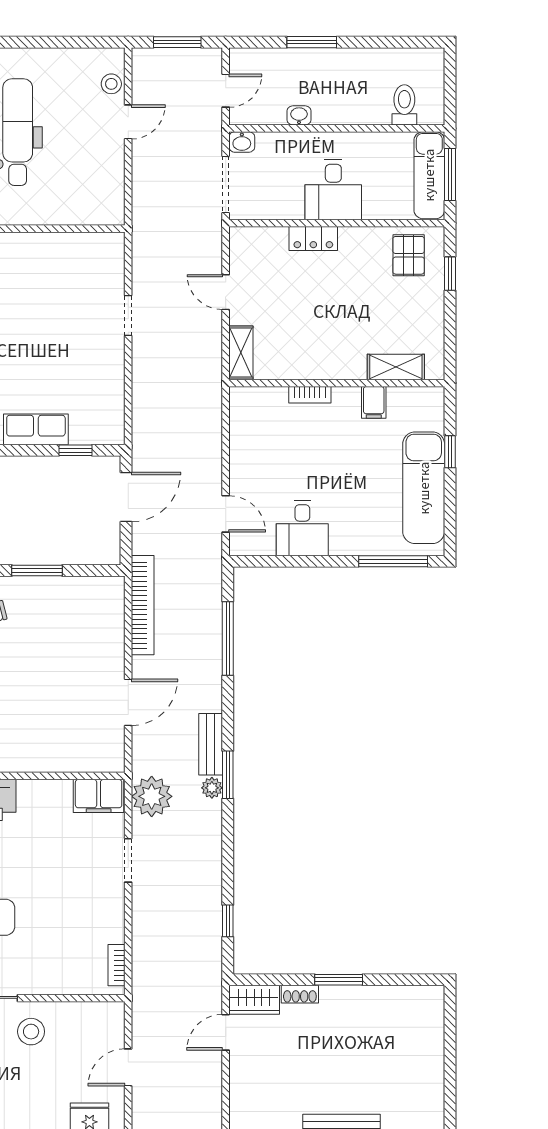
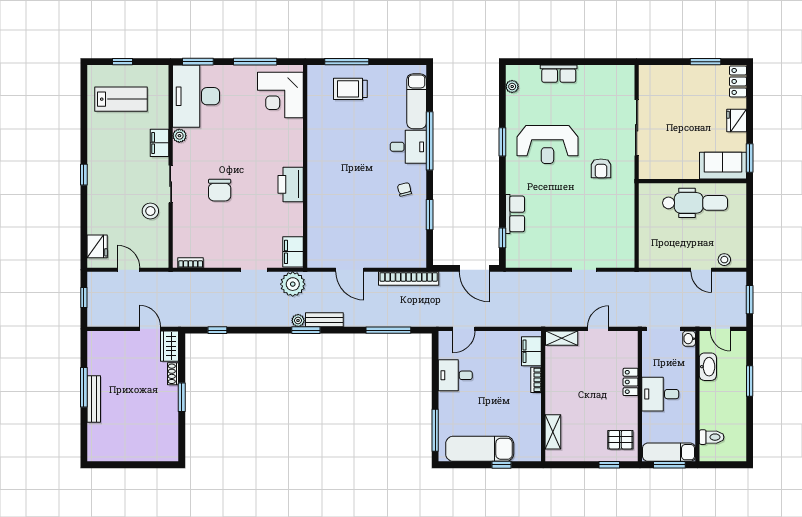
washbasin: (299, 115) -> (708, 367), width x1.91, depth x1.45
filing cabinet: (374, 402) -> (531, 351), moved, width x2.00

